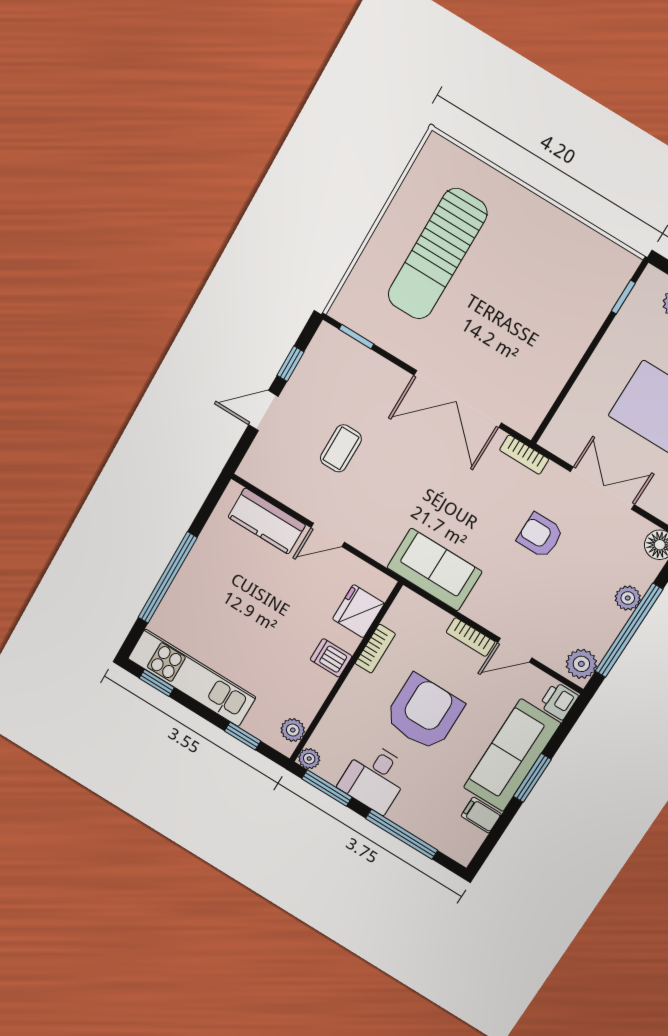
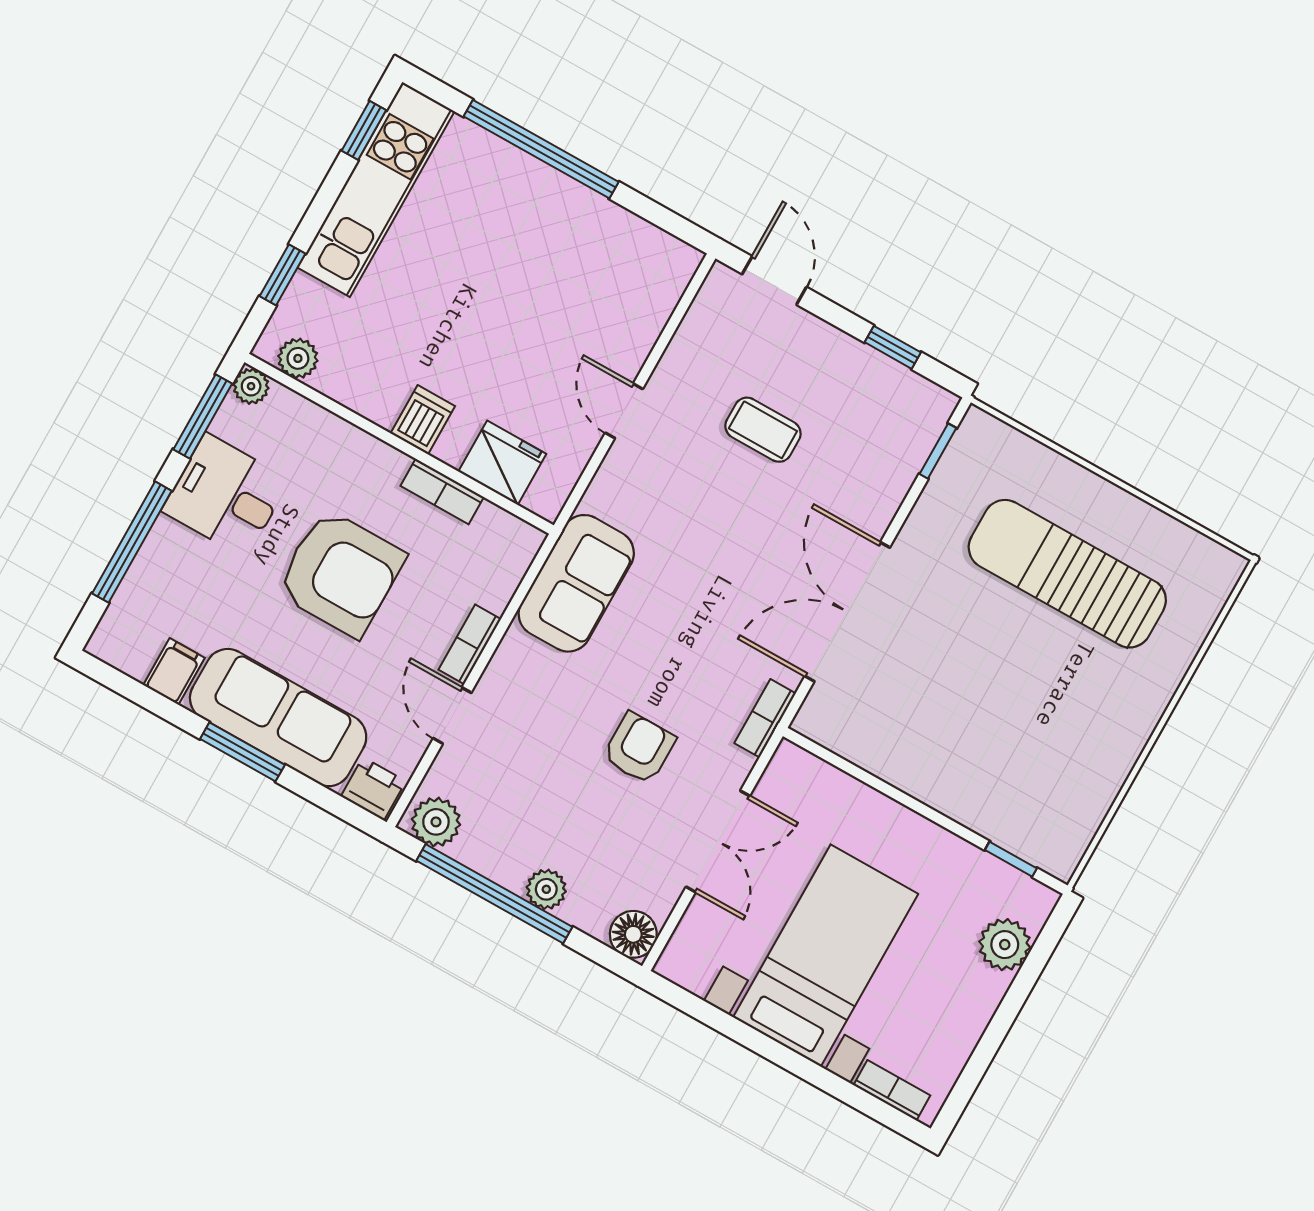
door: (263, 411) -> (774, 281), moved
kitchen counter: (267, 521) -> (642, 312), removed

